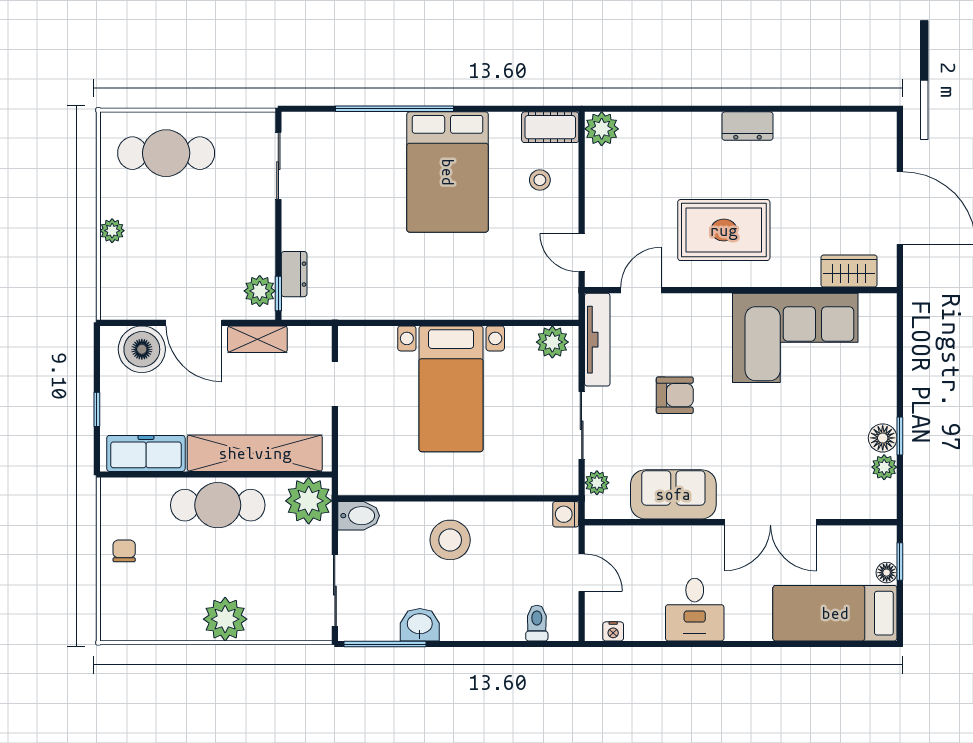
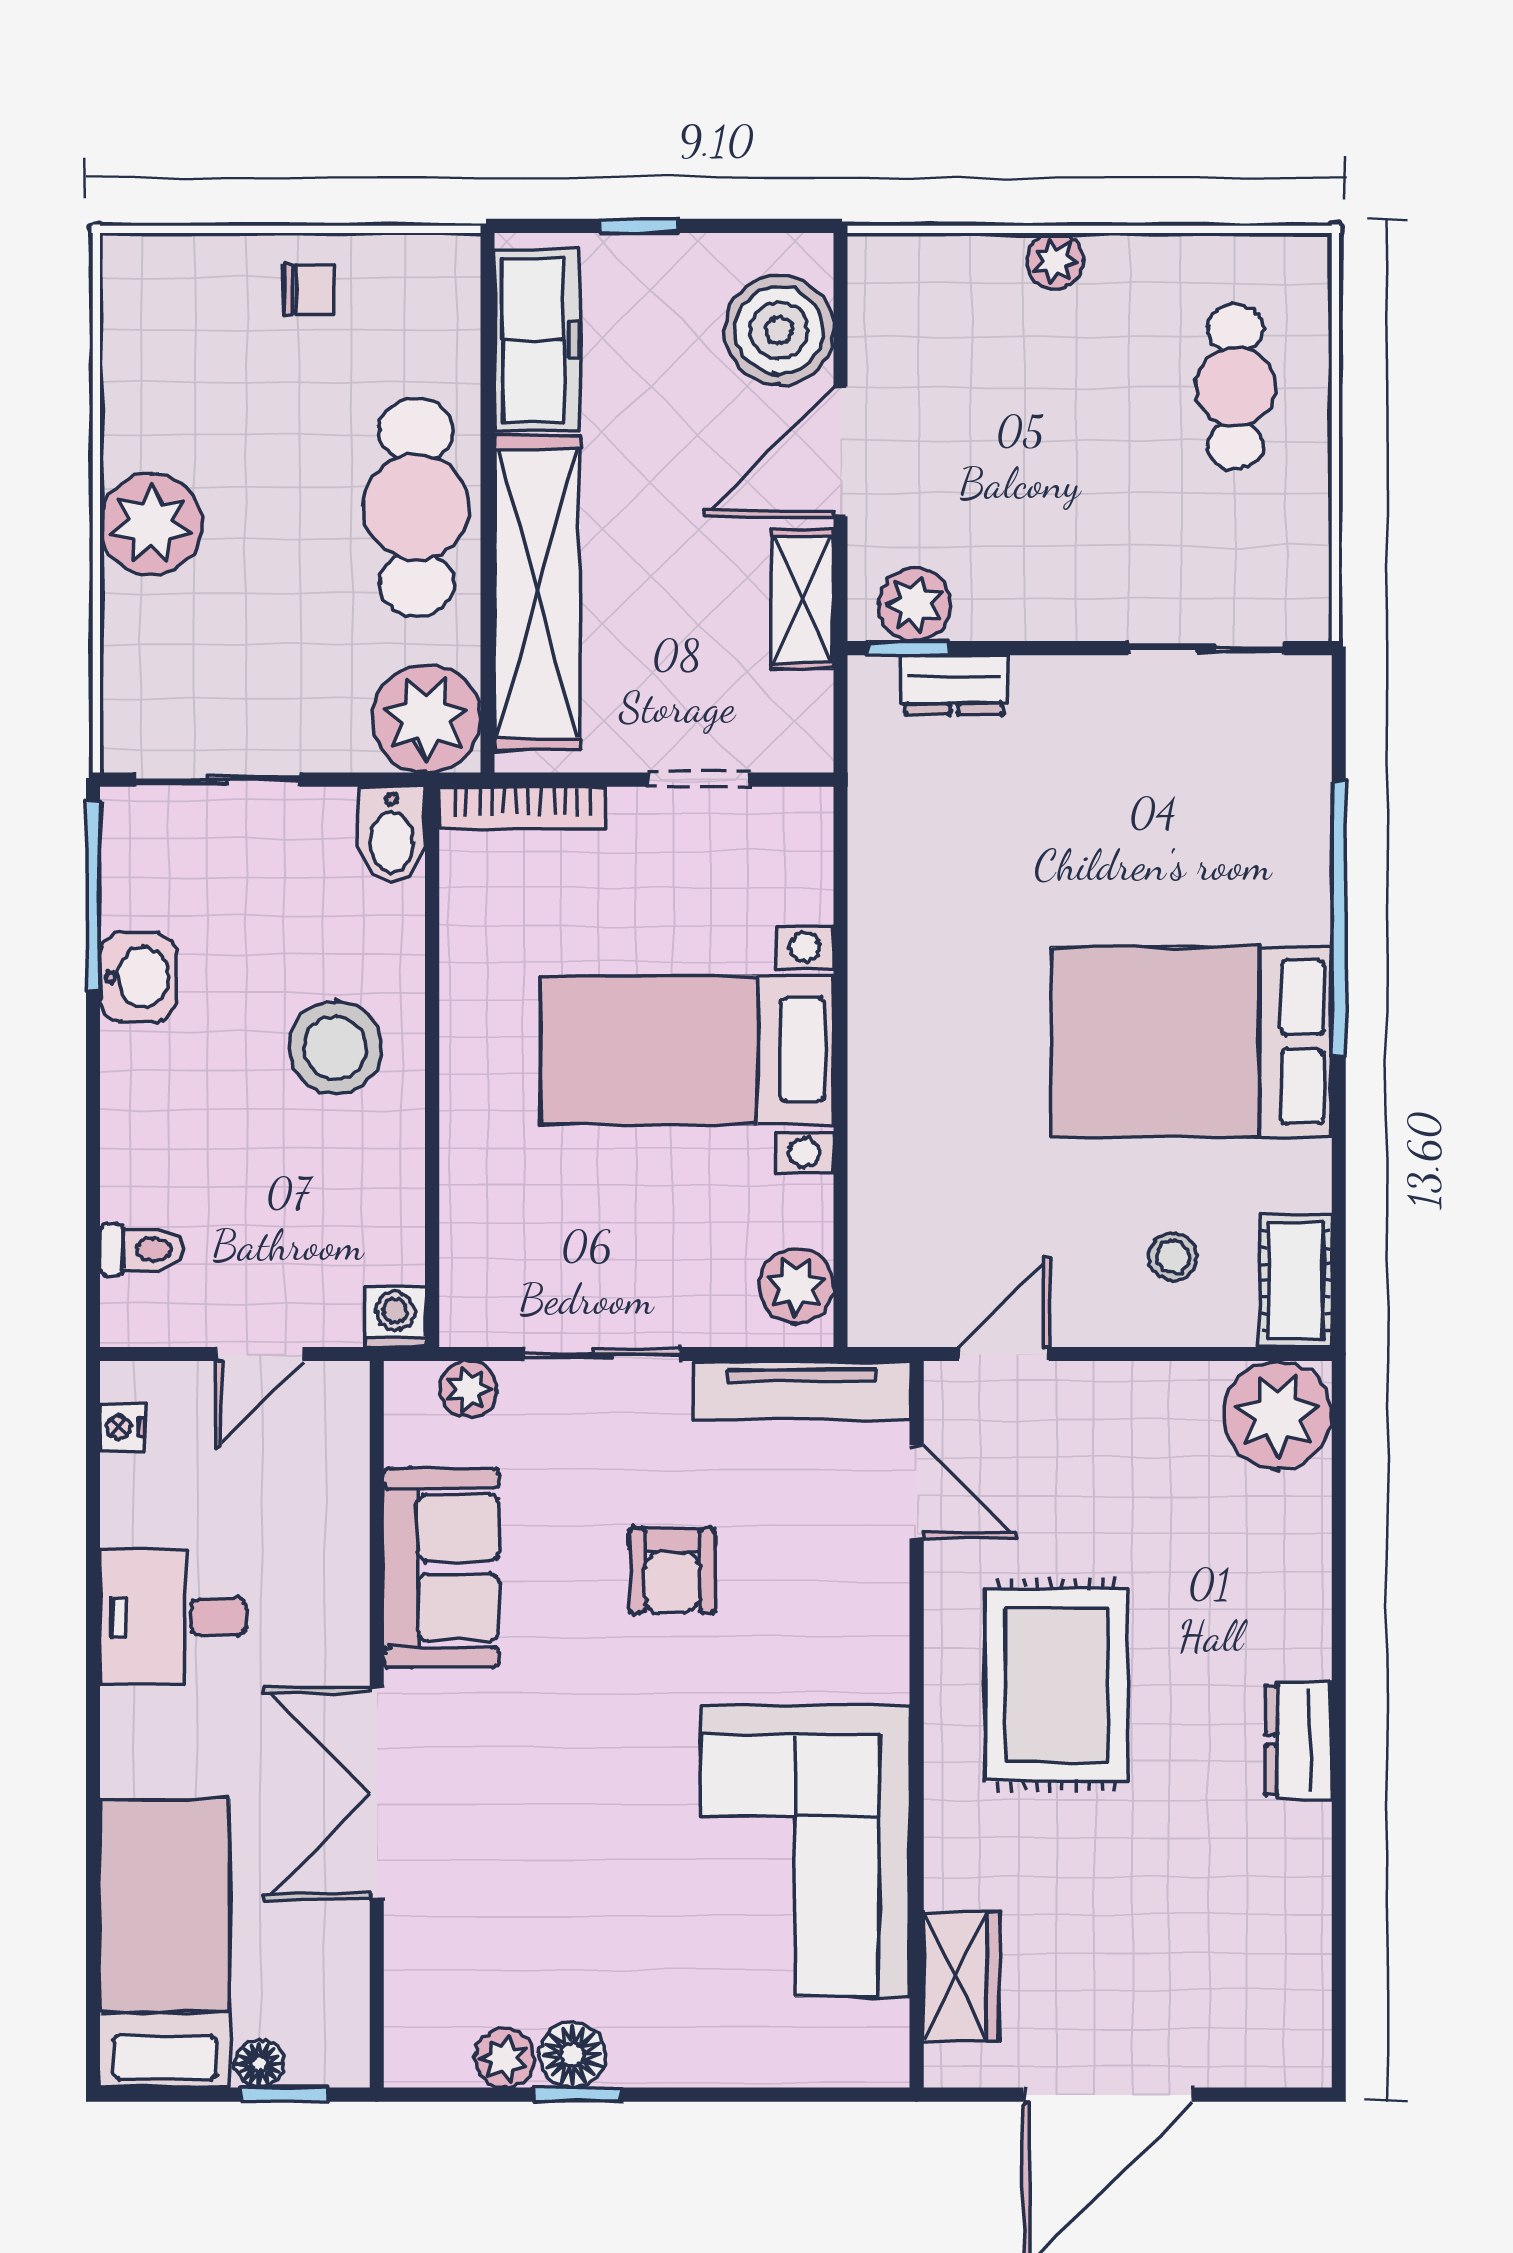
plant: (602, 129) -> (1278, 1415), width x1.36, depth x1.36
cafe table: (166, 153) -> (1235, 387), width x0.73, depth x0.74
bookcase: (347, 460) -> (522, 808), added

